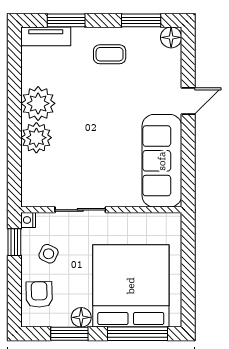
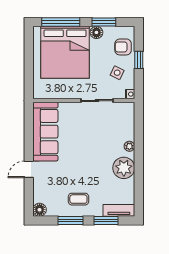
window: (141, 20) -> (70, 221), moved
plant: (36, 138) -> (129, 146), width x0.53, depth x0.53
window: (14, 242) -> (139, 60), moved
armchair: (39, 294) -> (123, 47), turned 91

